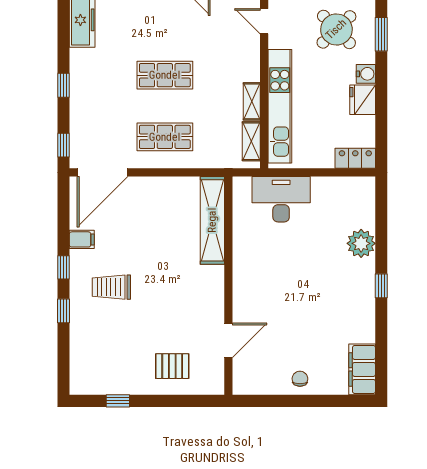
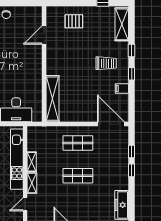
door: (264, 21) -> (25, 204), swing flipped
shelving: (251, 141) -> (32, 183), moved
window: (64, 145) -> (132, 152), moved
door: (103, 172) -> (111, 124), hinge flipped
shelving: (82, 360) -> (122, 24), added

